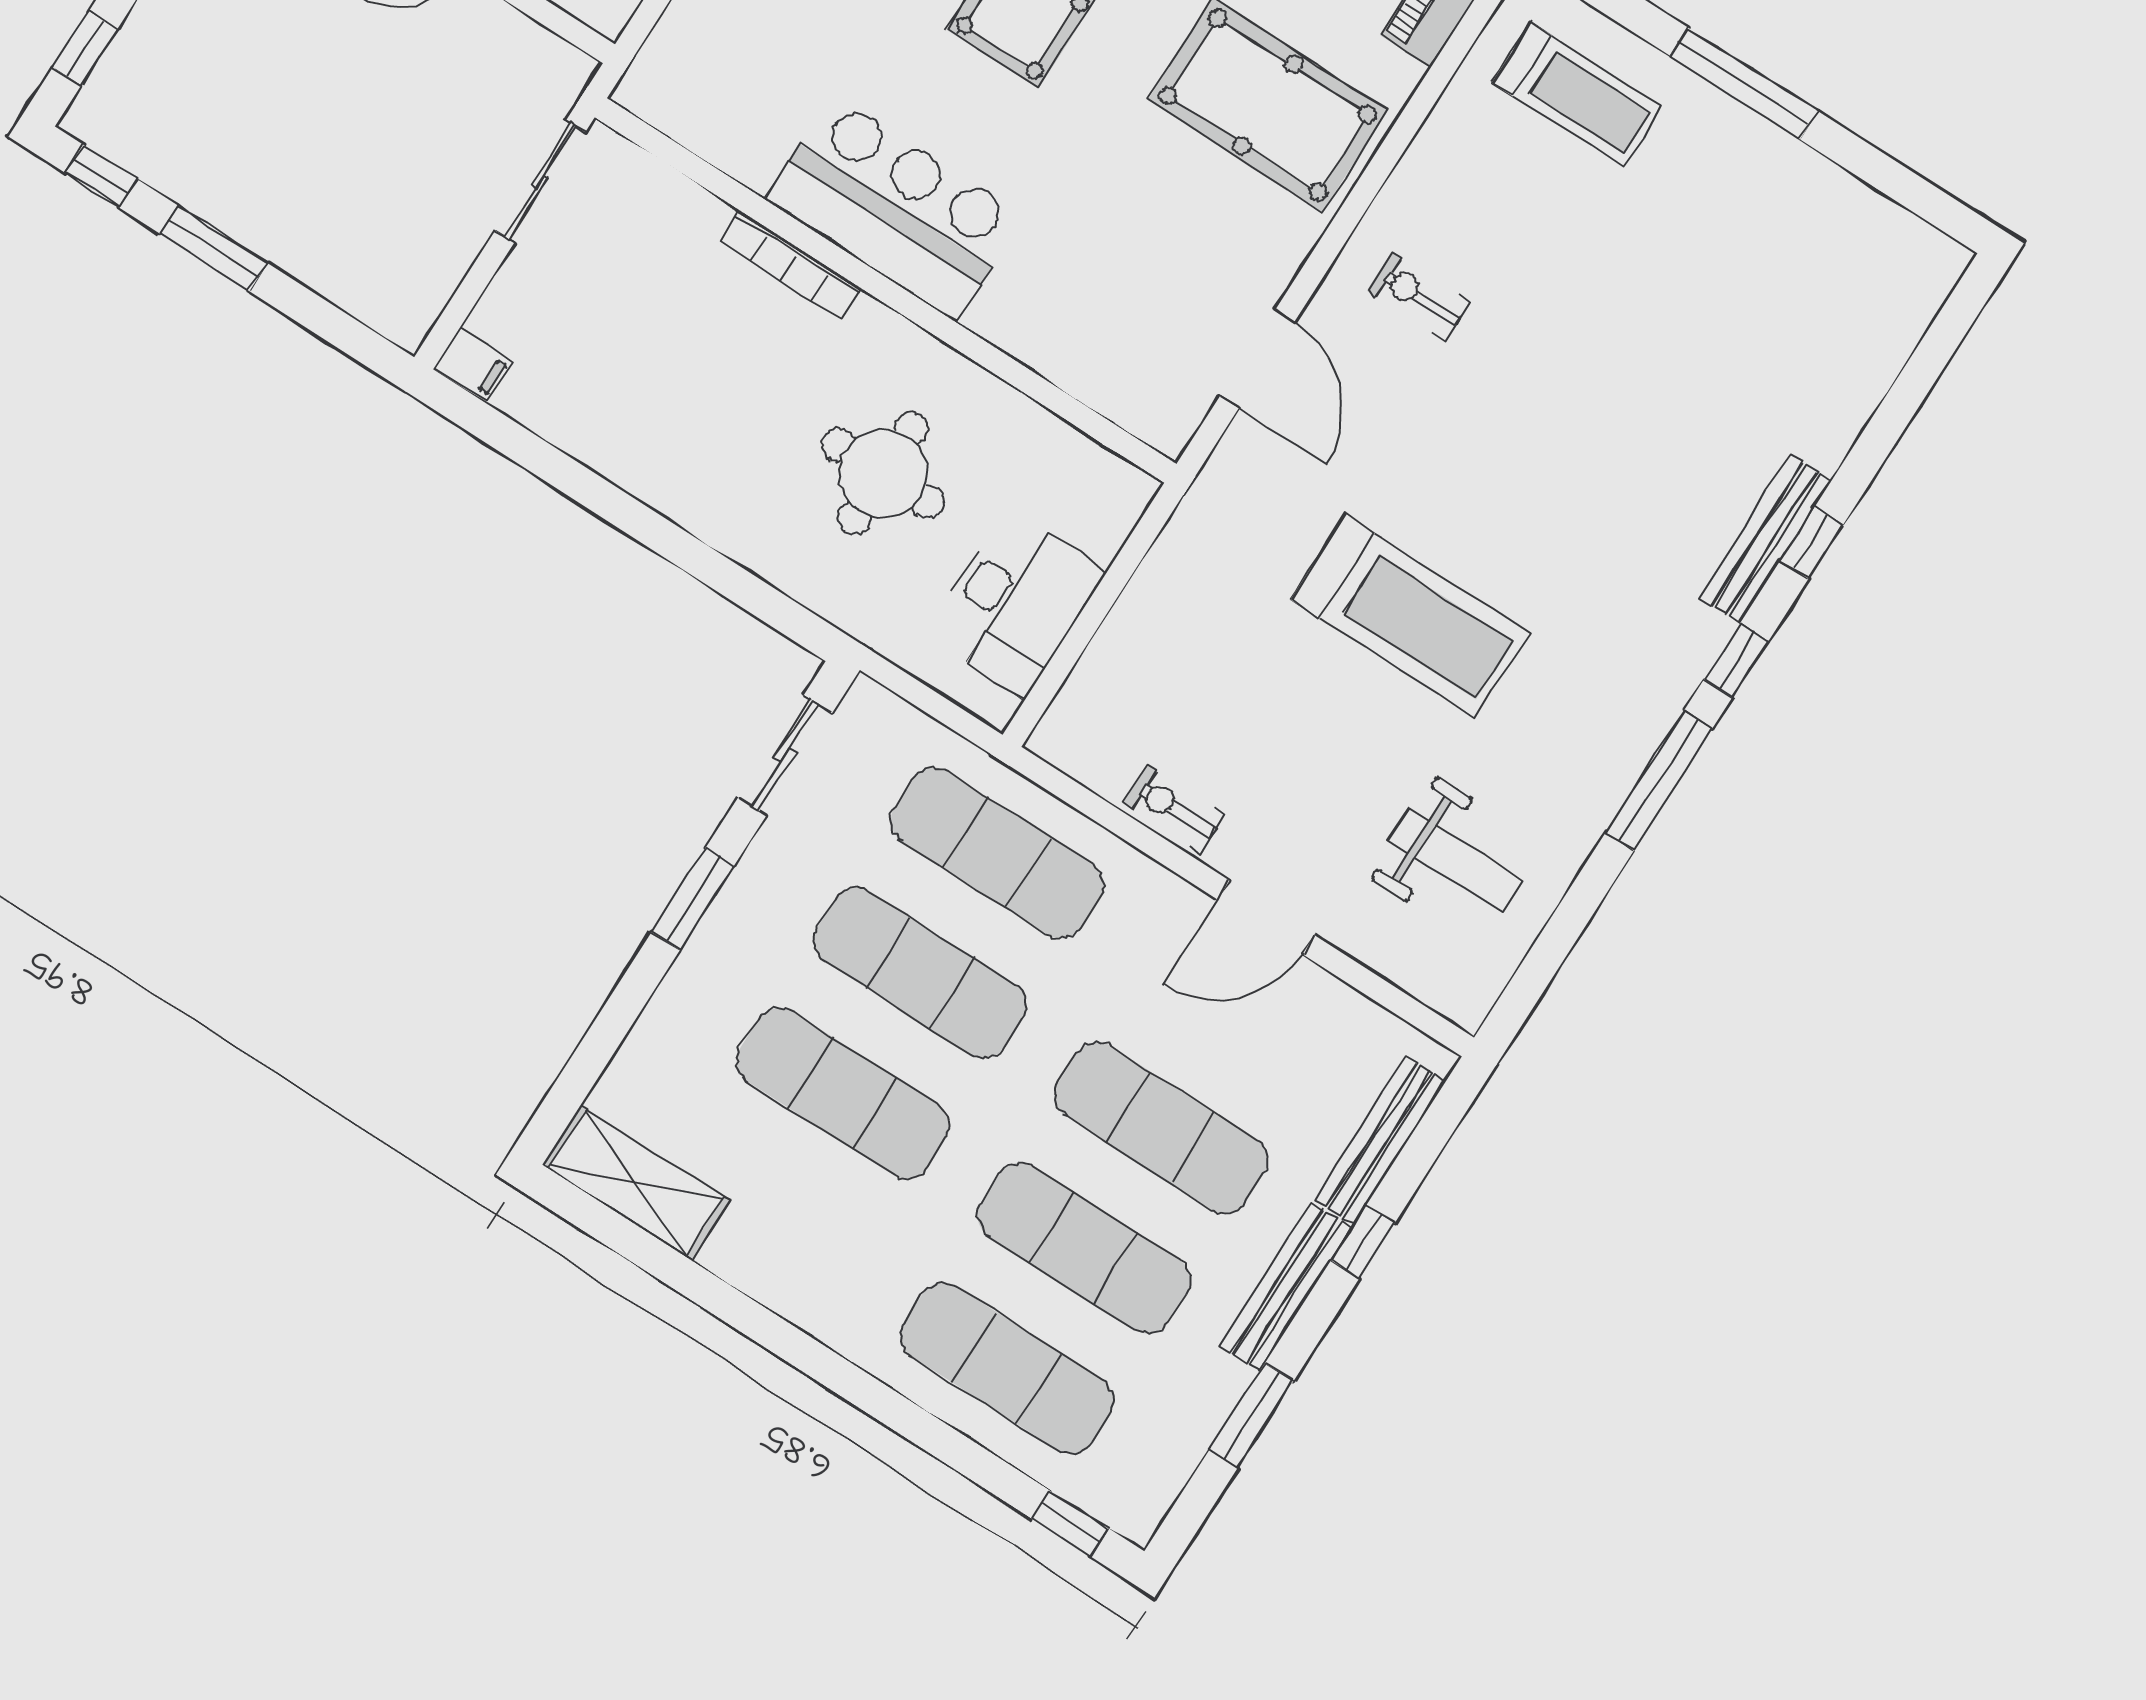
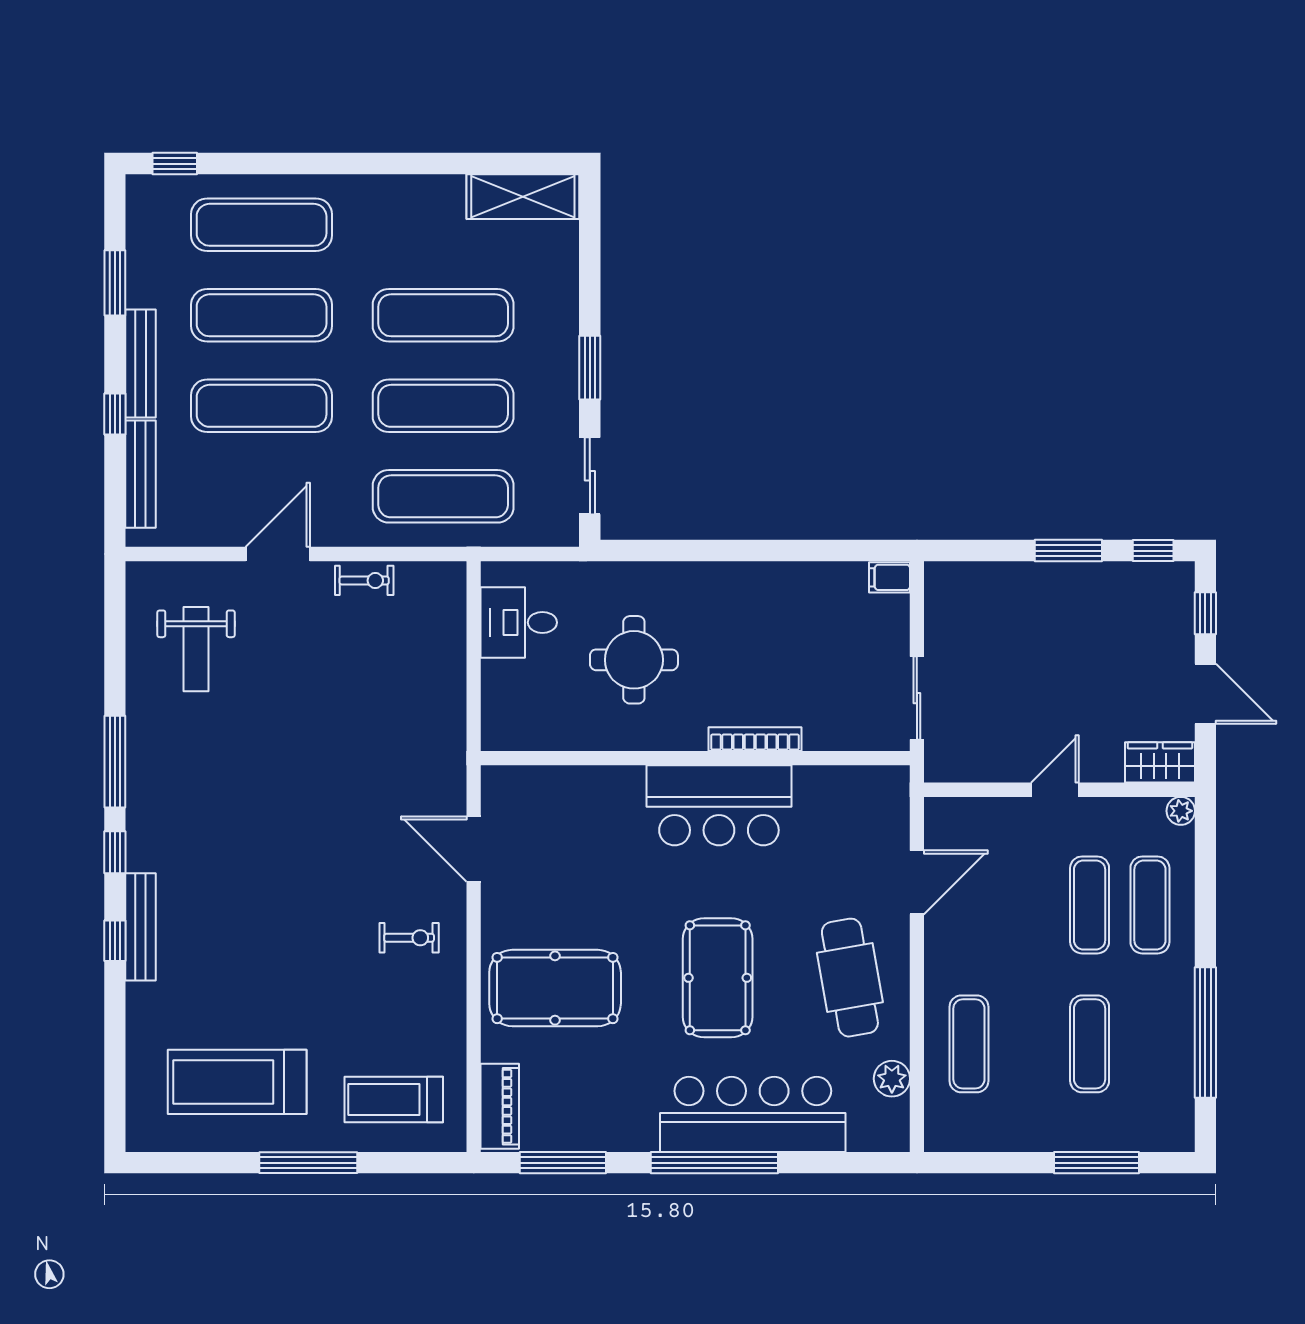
desk: (1015, 604) -> (519, 622), width x0.73
treadmill: (1410, 616) -> (237, 1082), moved
weight bench: (1455, 861) -> (196, 649), turned -90

